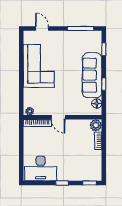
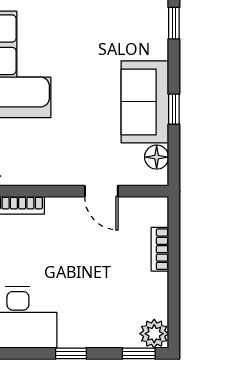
sofa: (92, 75) -> (145, 102), width x0.73
door: (58, 117) -> (101, 191), moved
plant: (96, 125) -> (154, 334), moved

